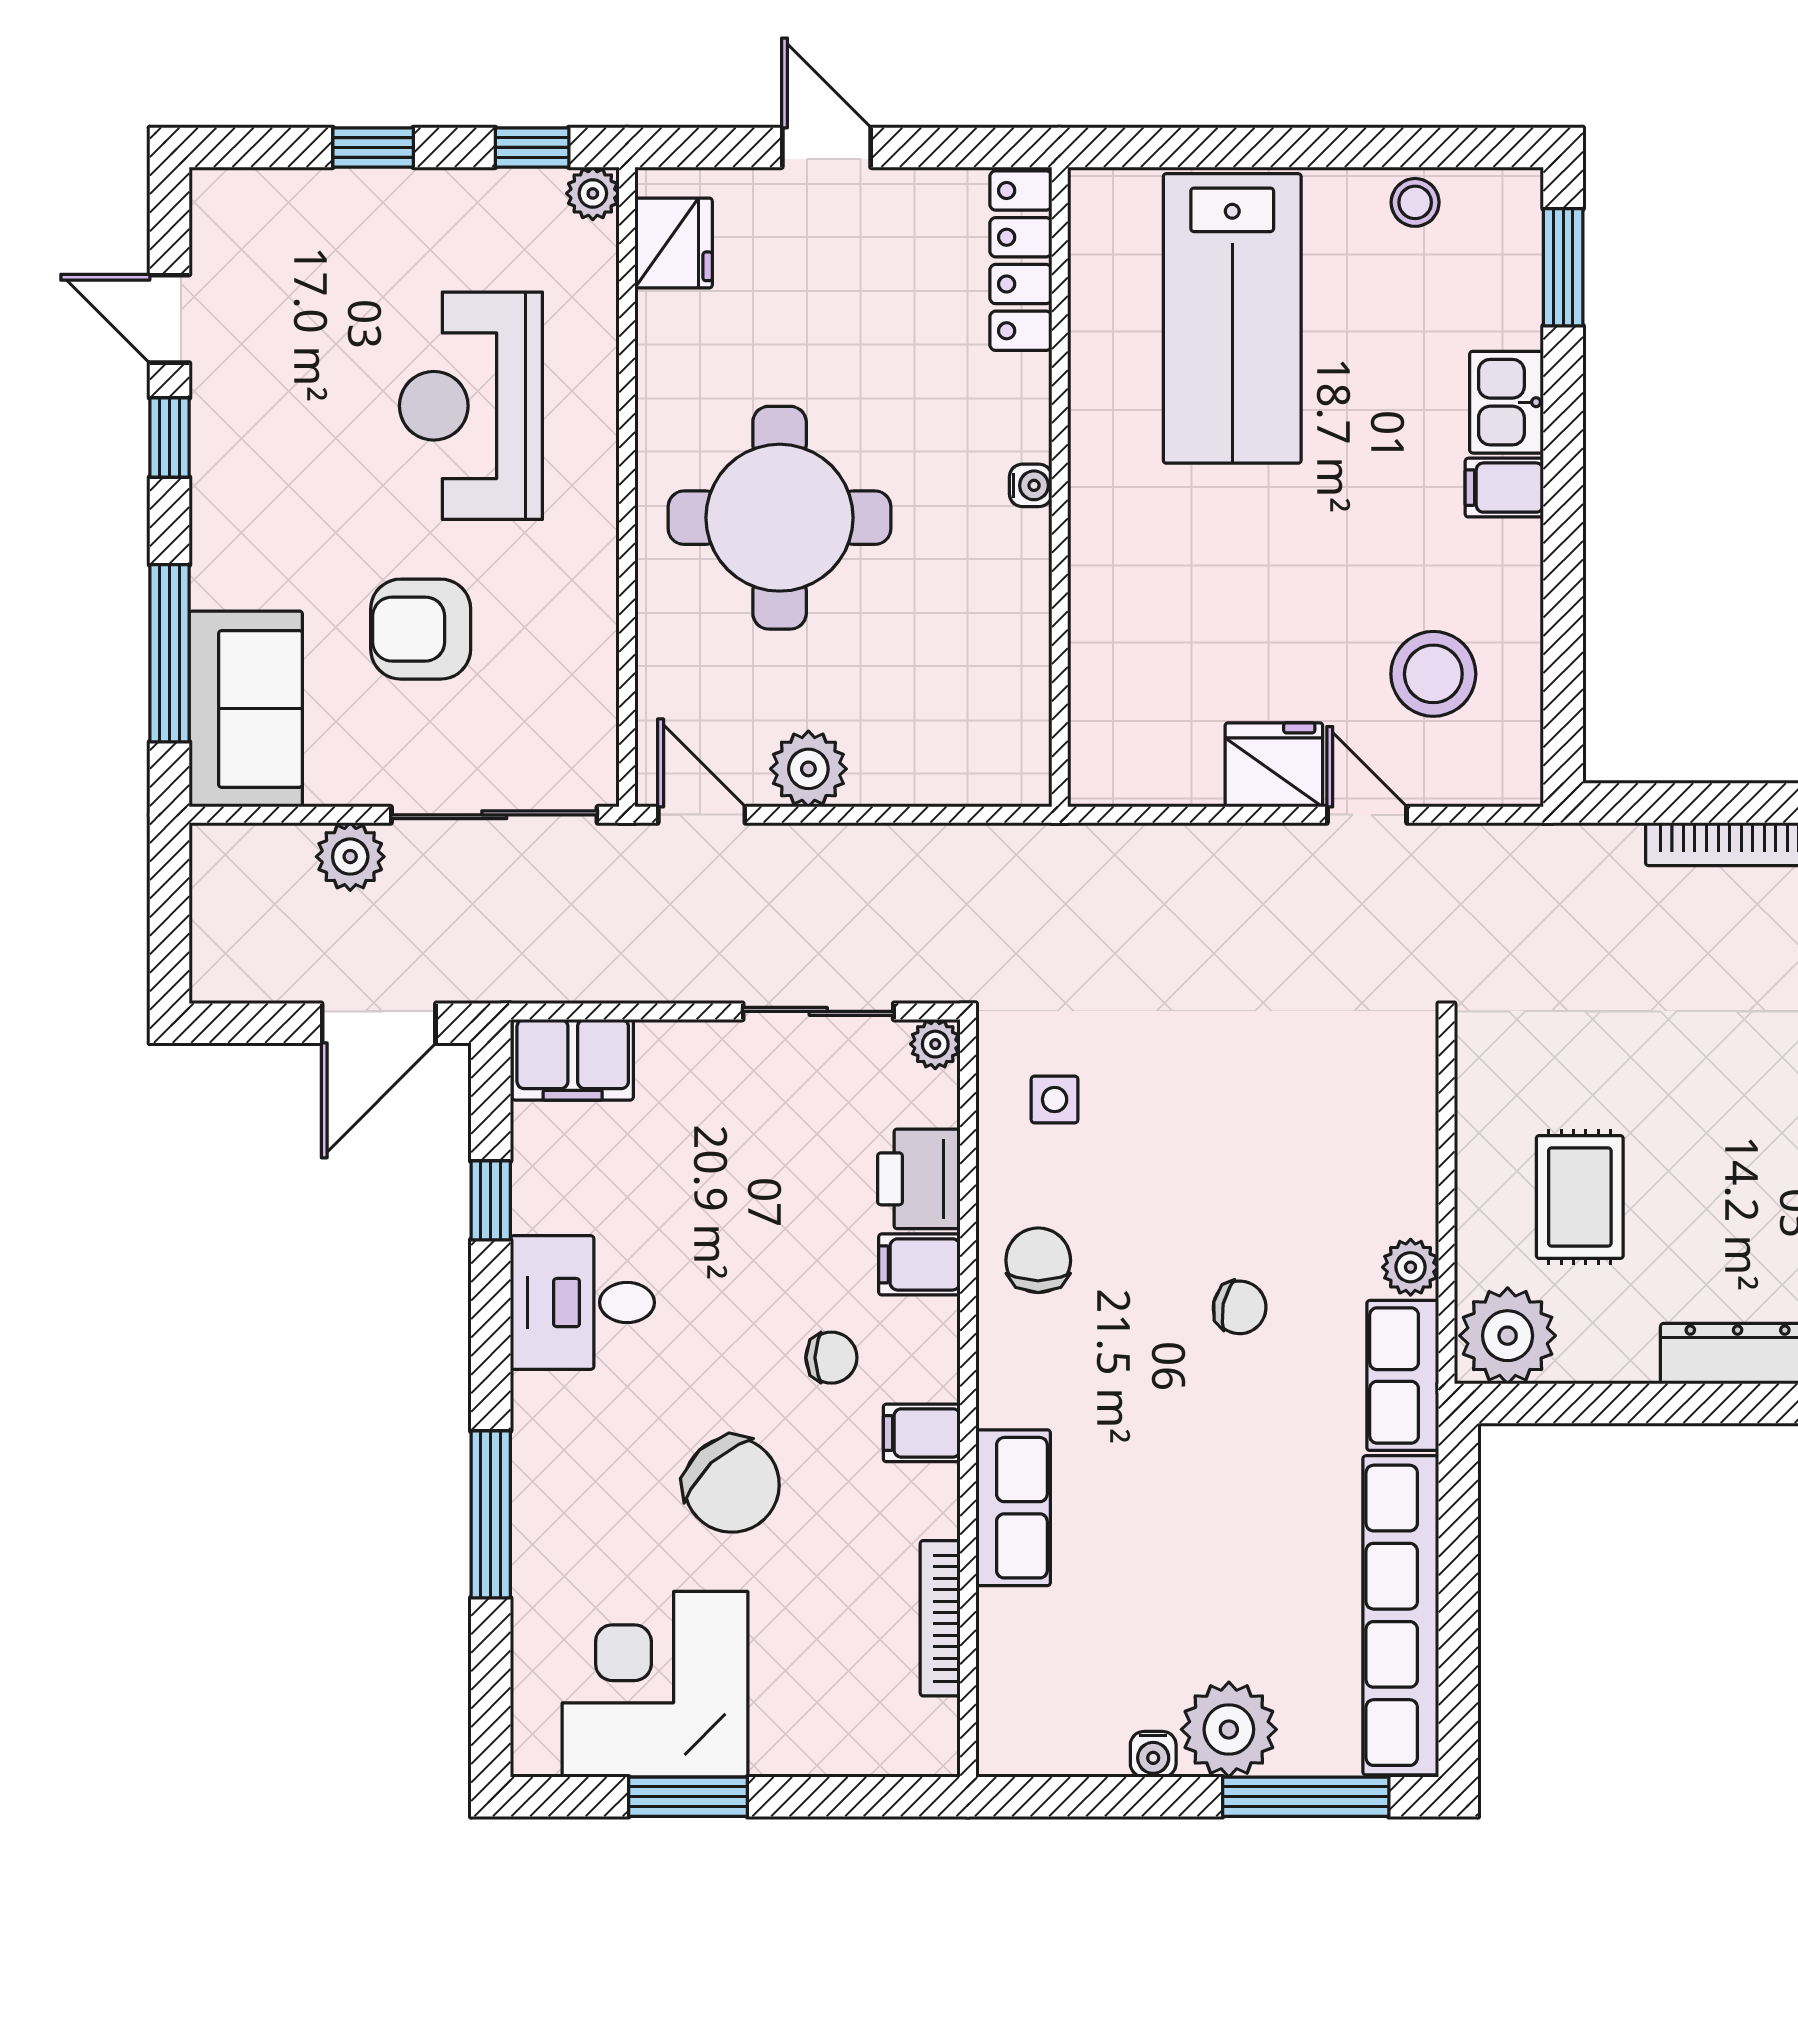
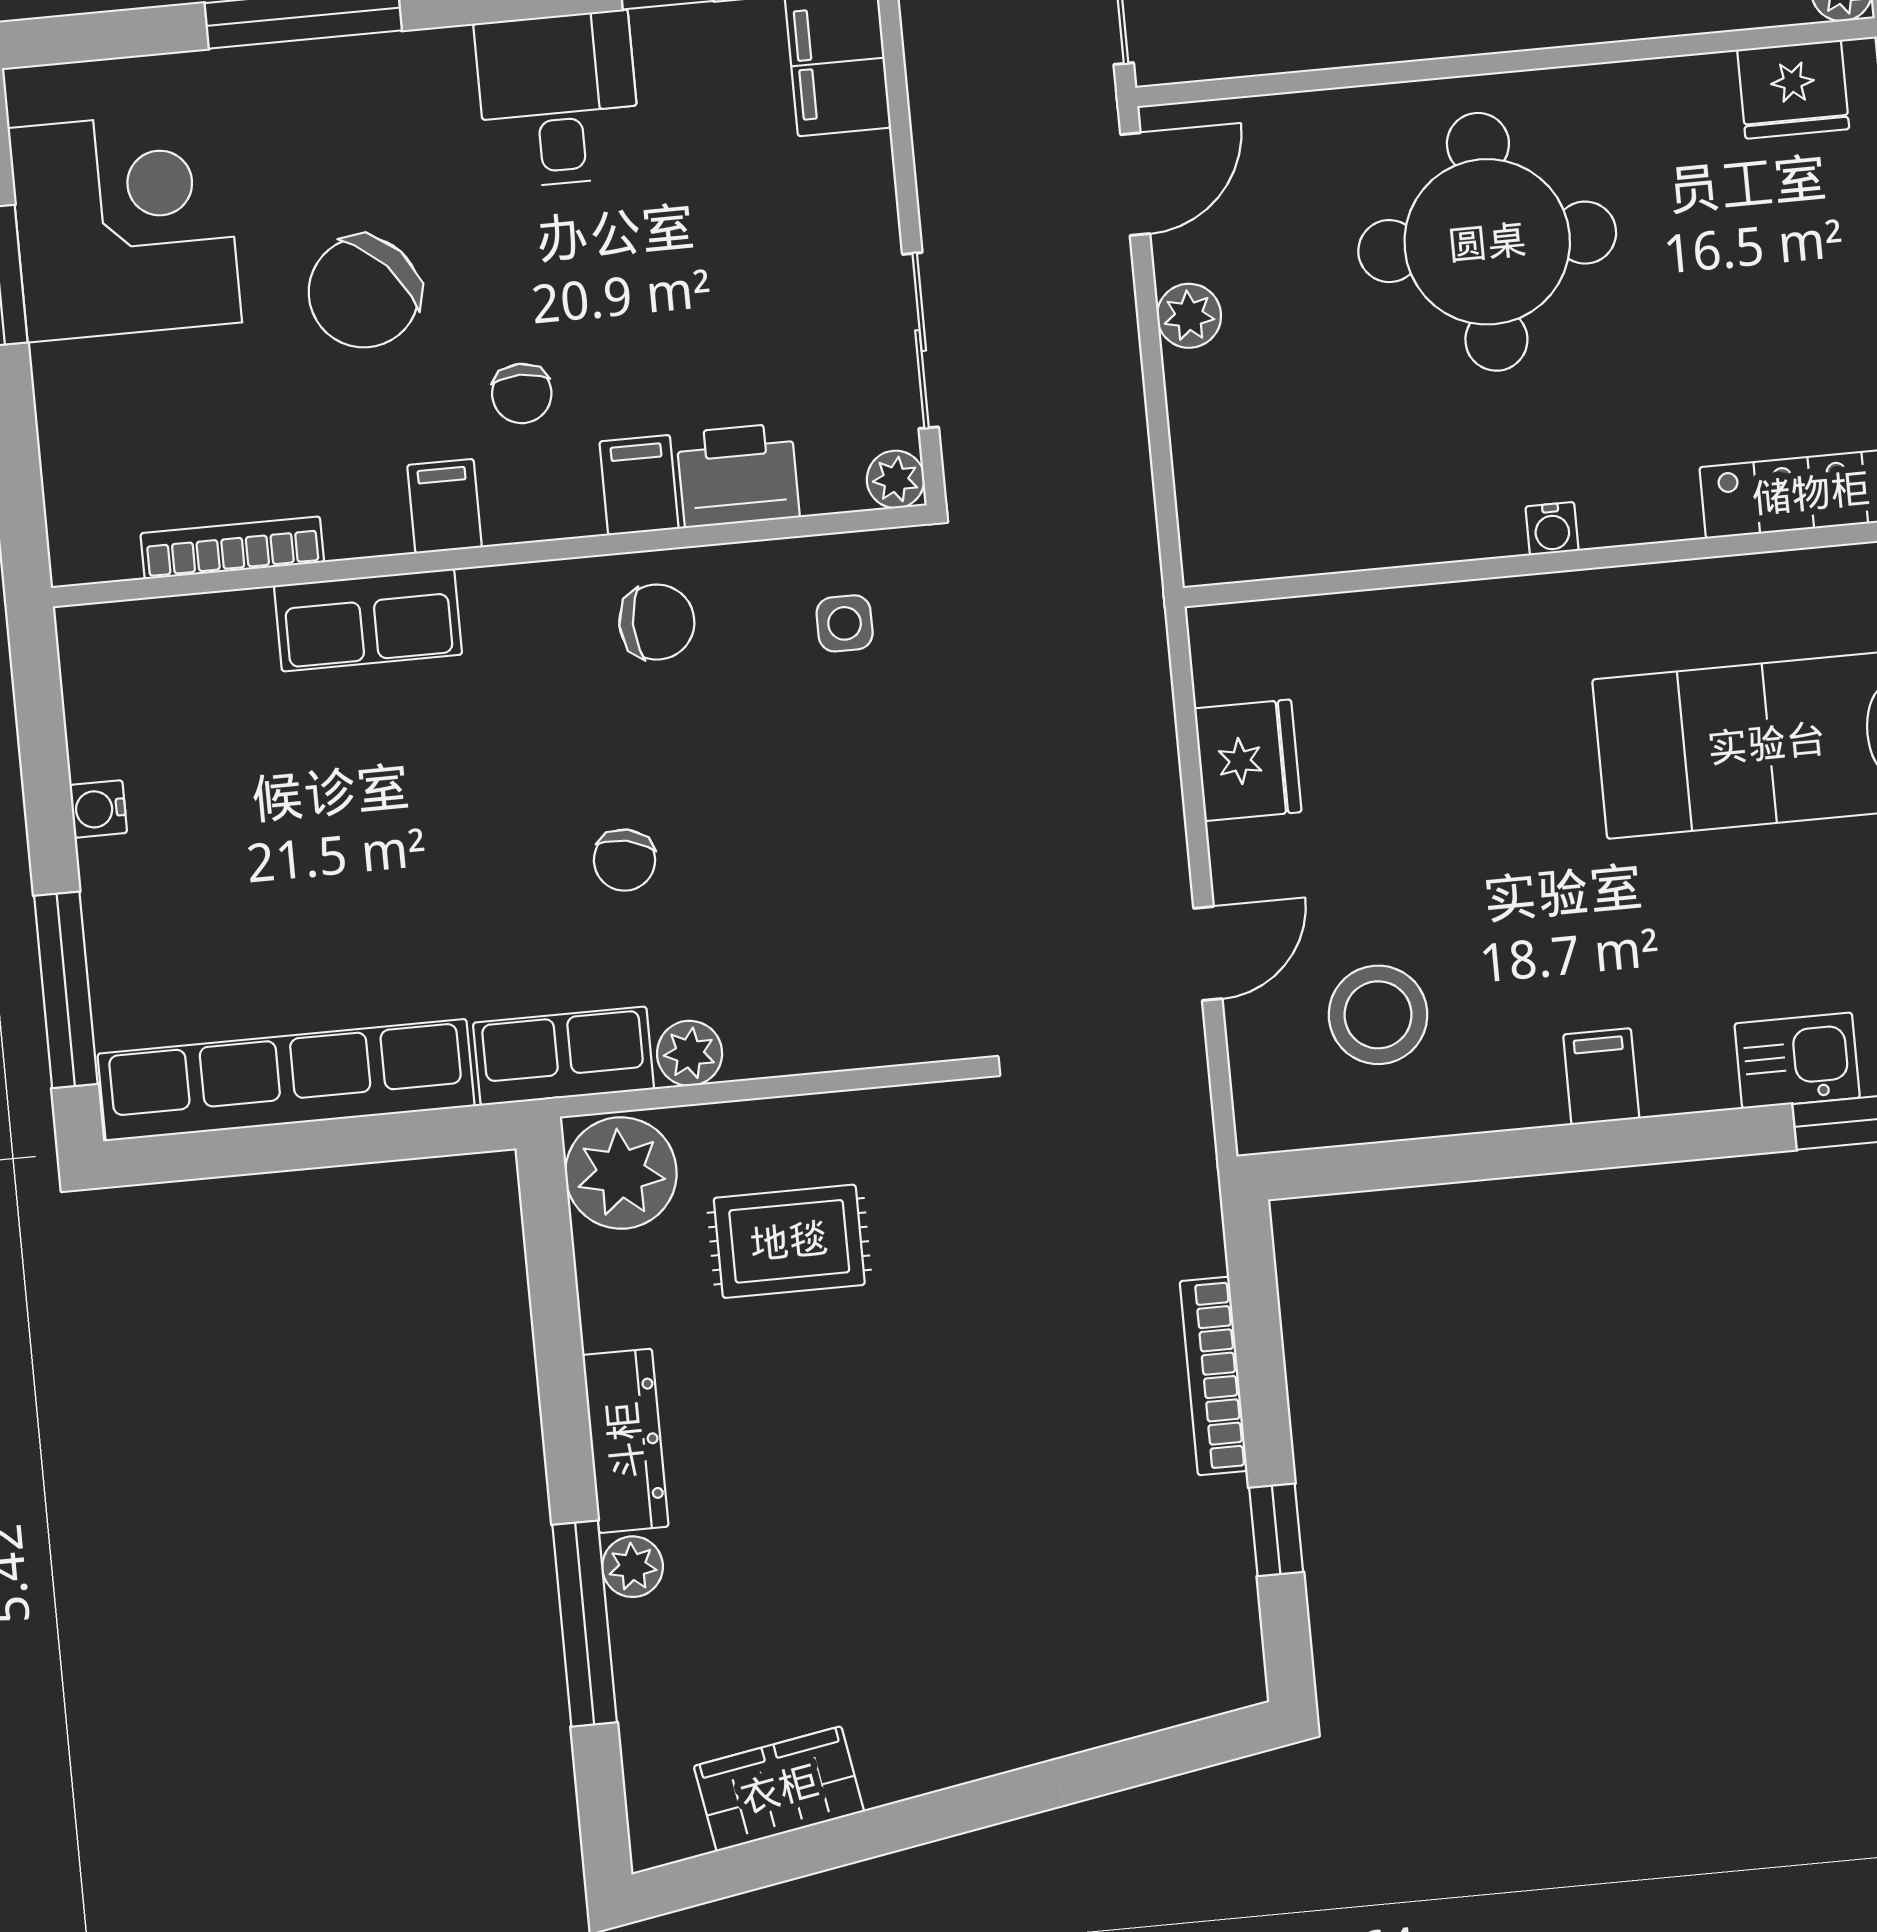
kitchen sink: (1507, 402) -> (1797, 1061), moved
fridge: (1274, 765) -> (1248, 760), moved
plant: (808, 769) -> (1189, 316), width x0.73, depth x0.73
plant: (1229, 1729) -> (135, 894), removed

